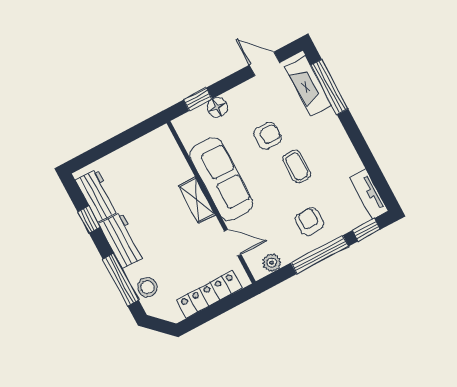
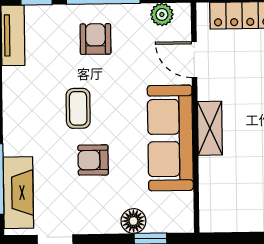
armchair: (310, 221) -> (95, 39), turned 180

